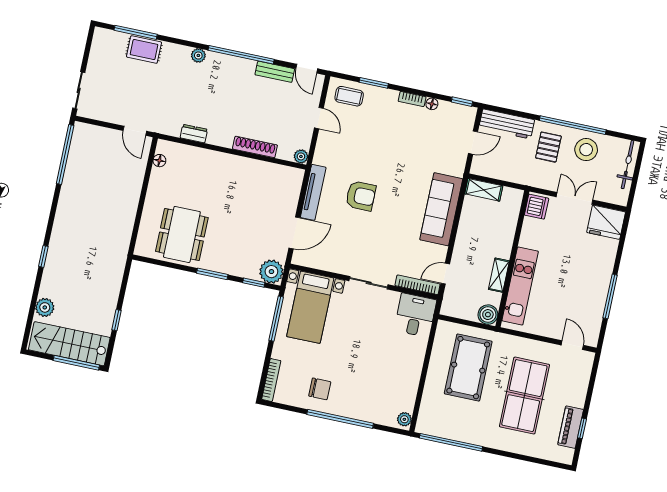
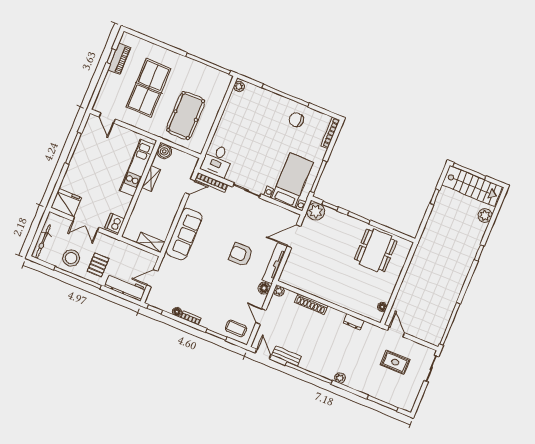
rug: (144, 50) -> (395, 362), moved
floor lamp: (321, 157) -> (264, 288), added

